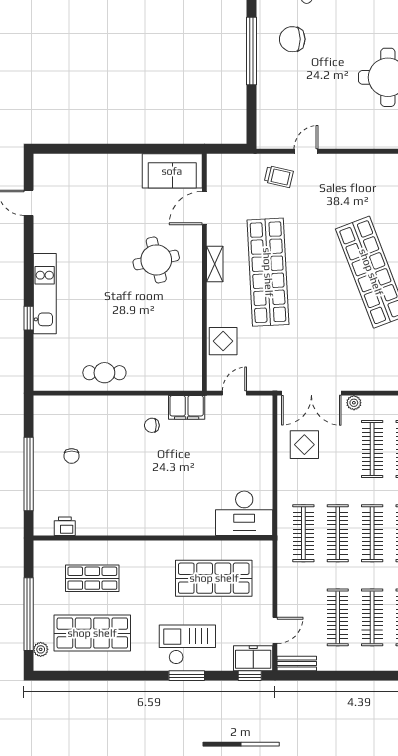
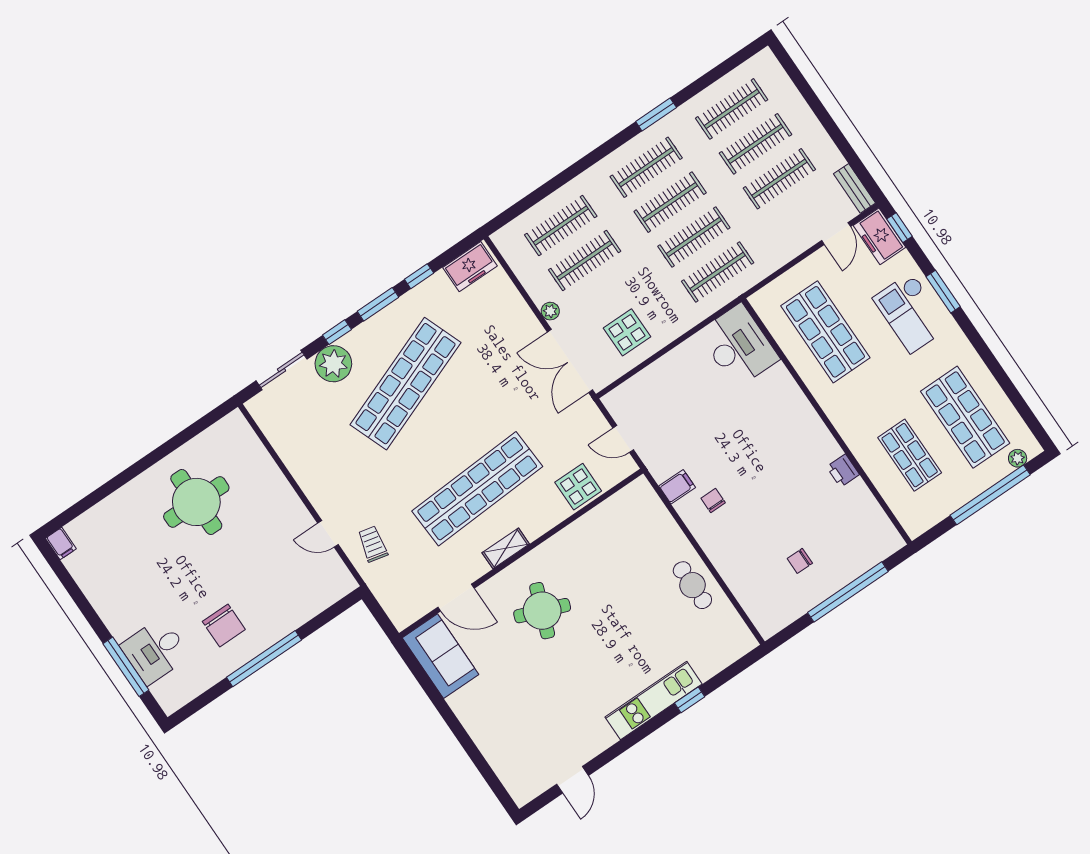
round table: (156, 260) -> (542, 611), turned 34
double door: (311, 393) -> (570, 361), swing flipped
filing cabinet: (187, 407) -> (677, 487), width x0.50
chair: (152, 425) -> (713, 501), turned 180
chair: (72, 456) -> (800, 561), turned 180
printer: (65, 526) -> (843, 471), moved
door: (275, 630) -> (836, 234), swing flipped

